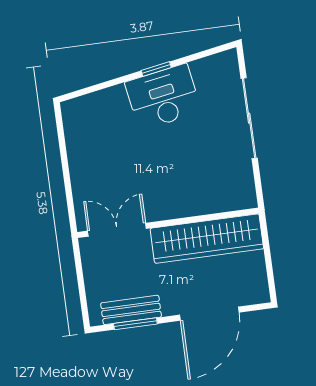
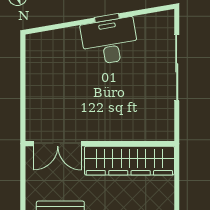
double door: (117, 230) -> (58, 144), swing flipped

